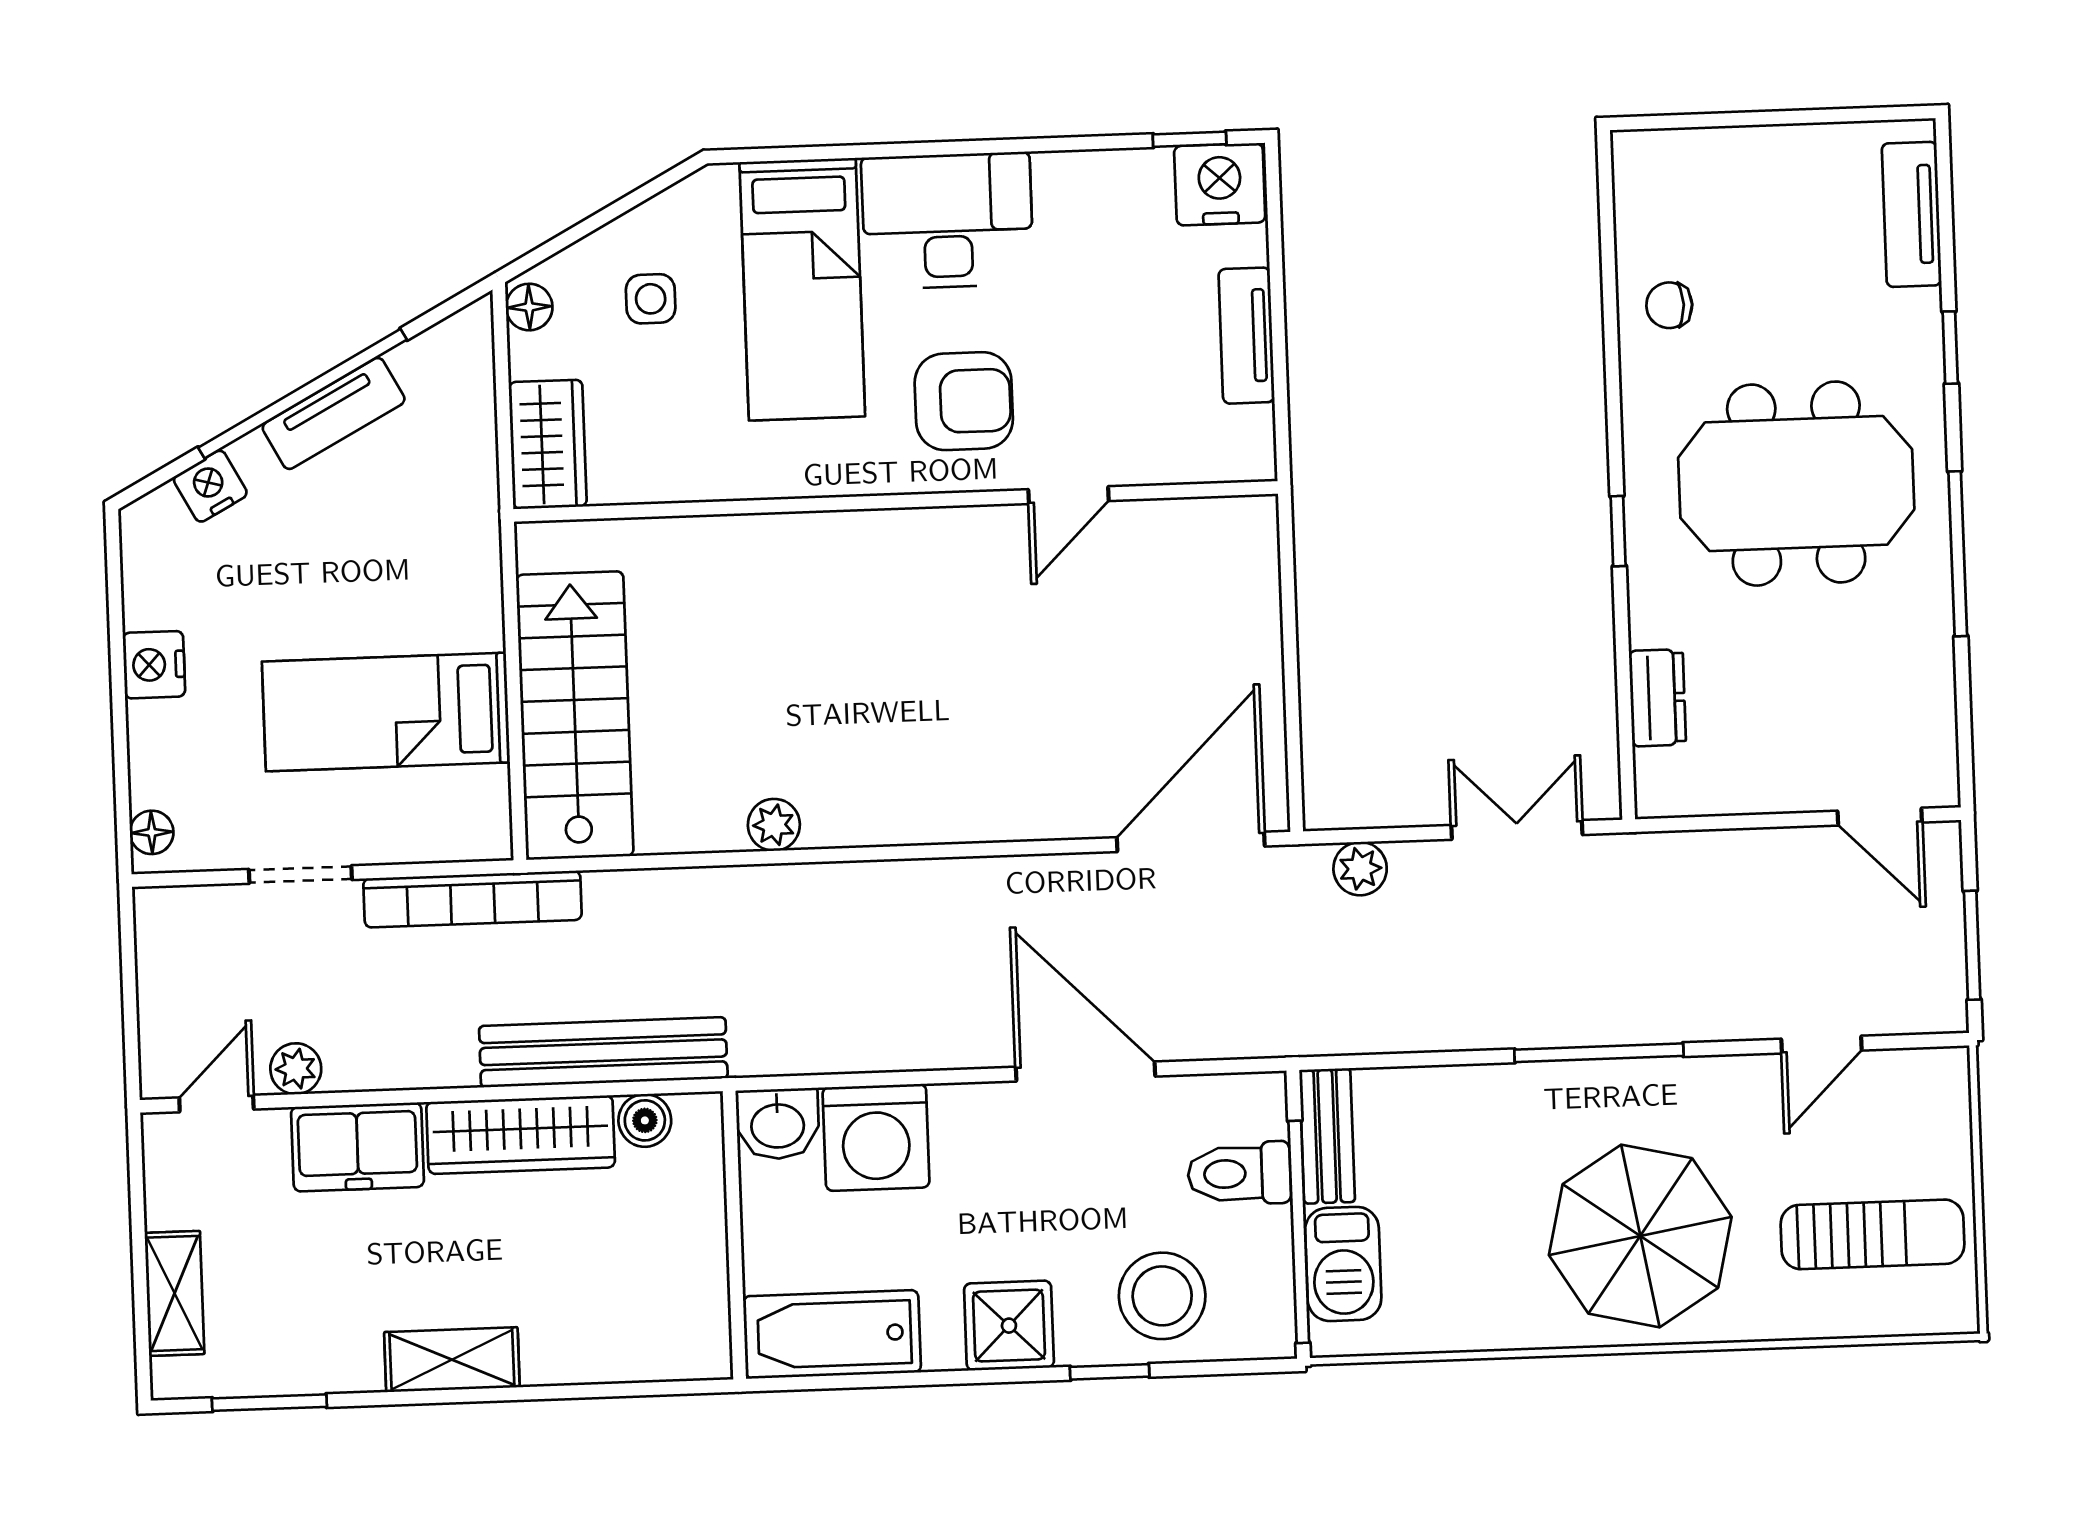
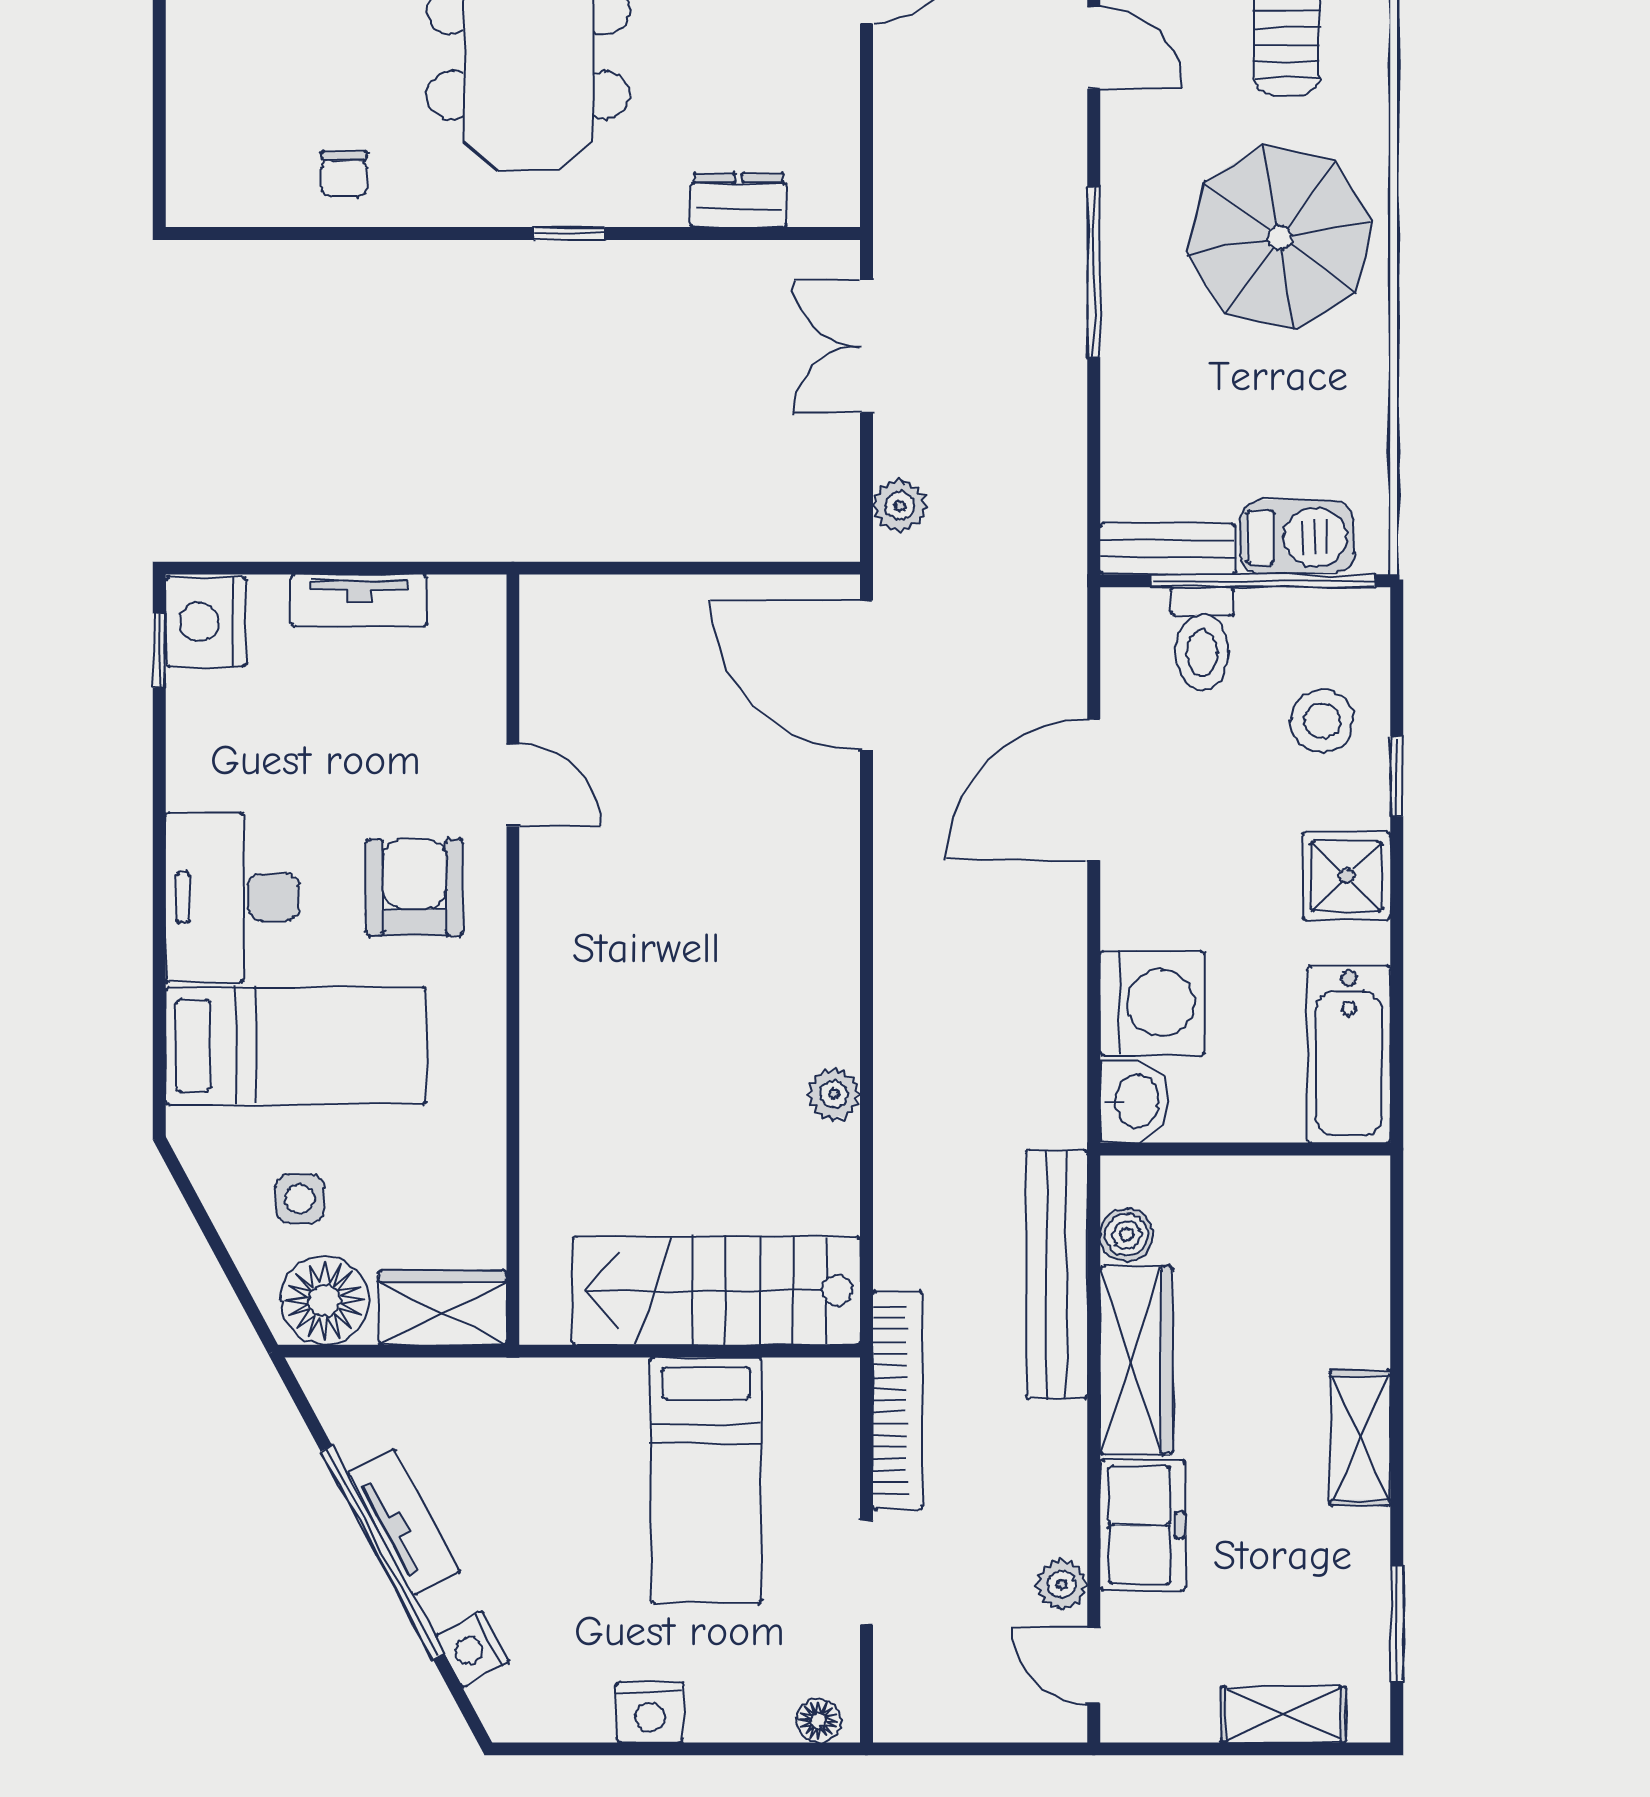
floor lamp: (529, 307) -> (325, 1301), width x1.89, depth x1.89
stool: (1162, 1296) -> (1322, 721), width x0.73, depth x0.73

